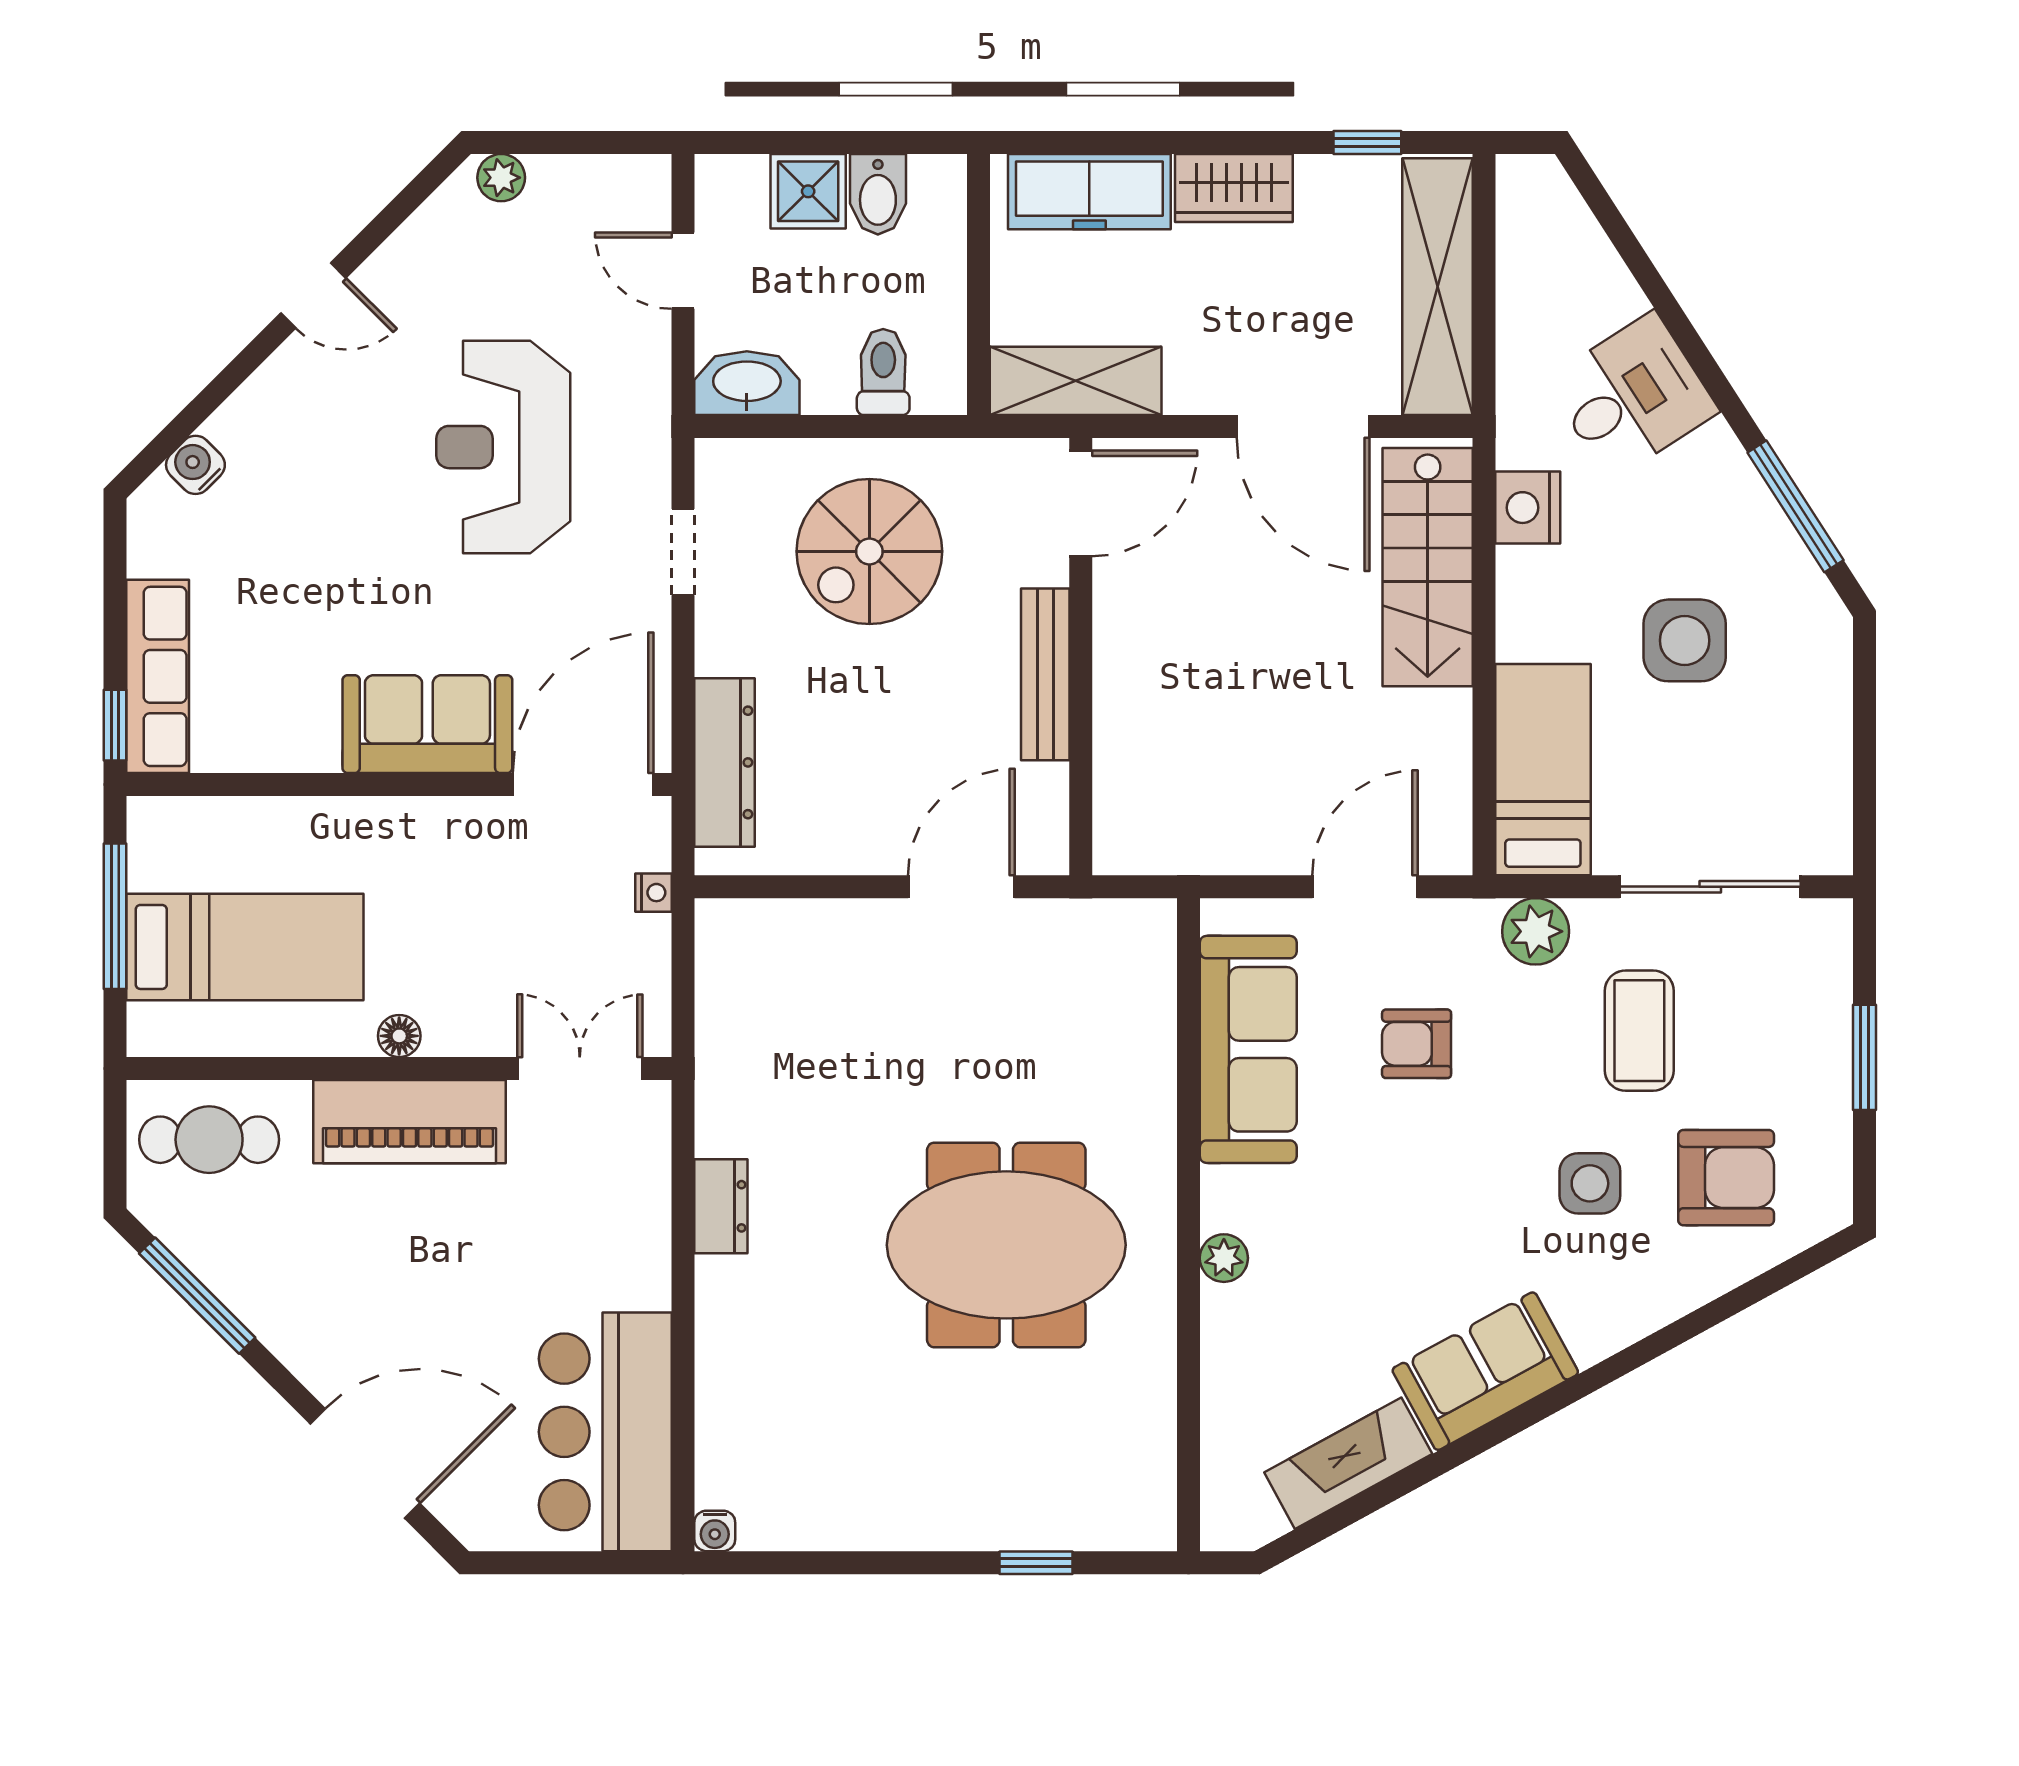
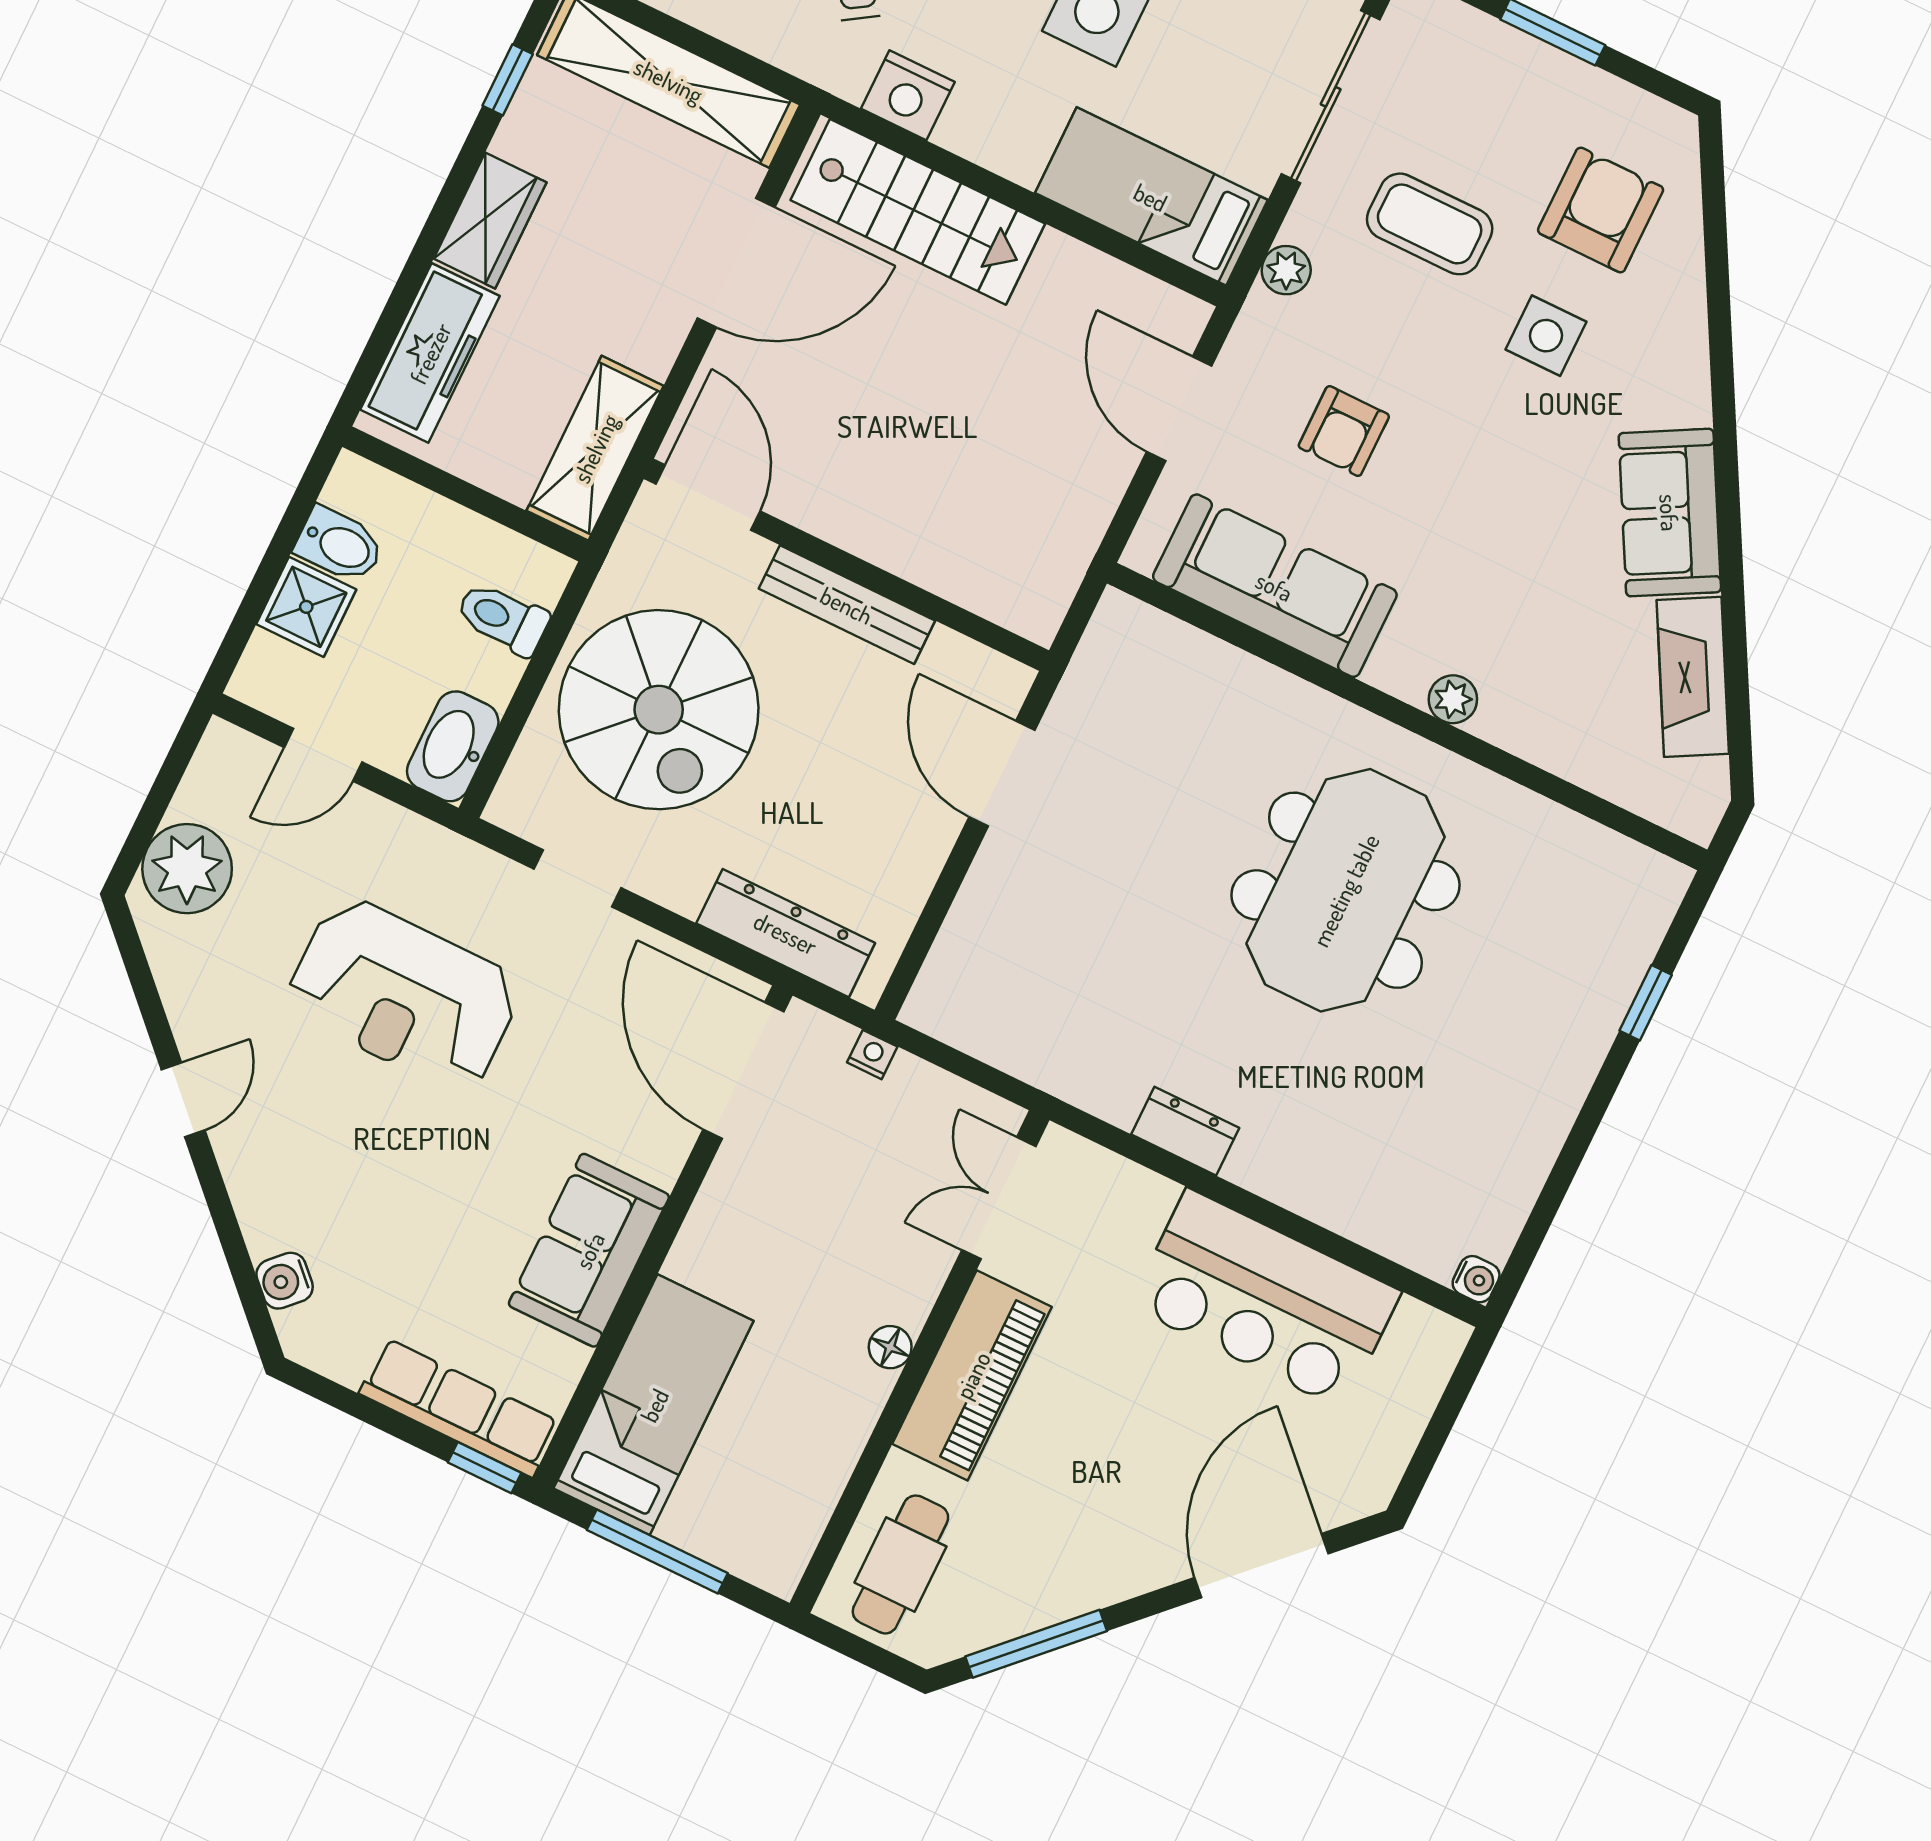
plant: (501, 178) -> (187, 869), width x1.88, depth x1.88
spiral stairs: (869, 551) -> (659, 710), width x1.37, depth x1.37
sofa: (427, 724) -> (589, 1250), moved
plant: (1536, 931) -> (1286, 270), width x0.73, depth x0.73
bed: (245, 947) -> (654, 1405), moved
bar counter: (605, 1432) -> (1265, 1299), moved

